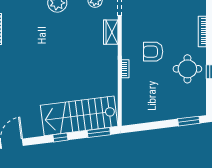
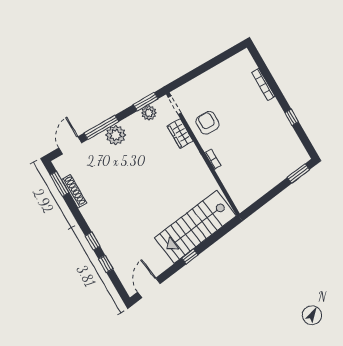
armchair: (153, 52) -> (207, 123), moved, turned 90
round table: (187, 69) -> (270, 127), removed
window: (99, 133) -> (222, 232), removed

